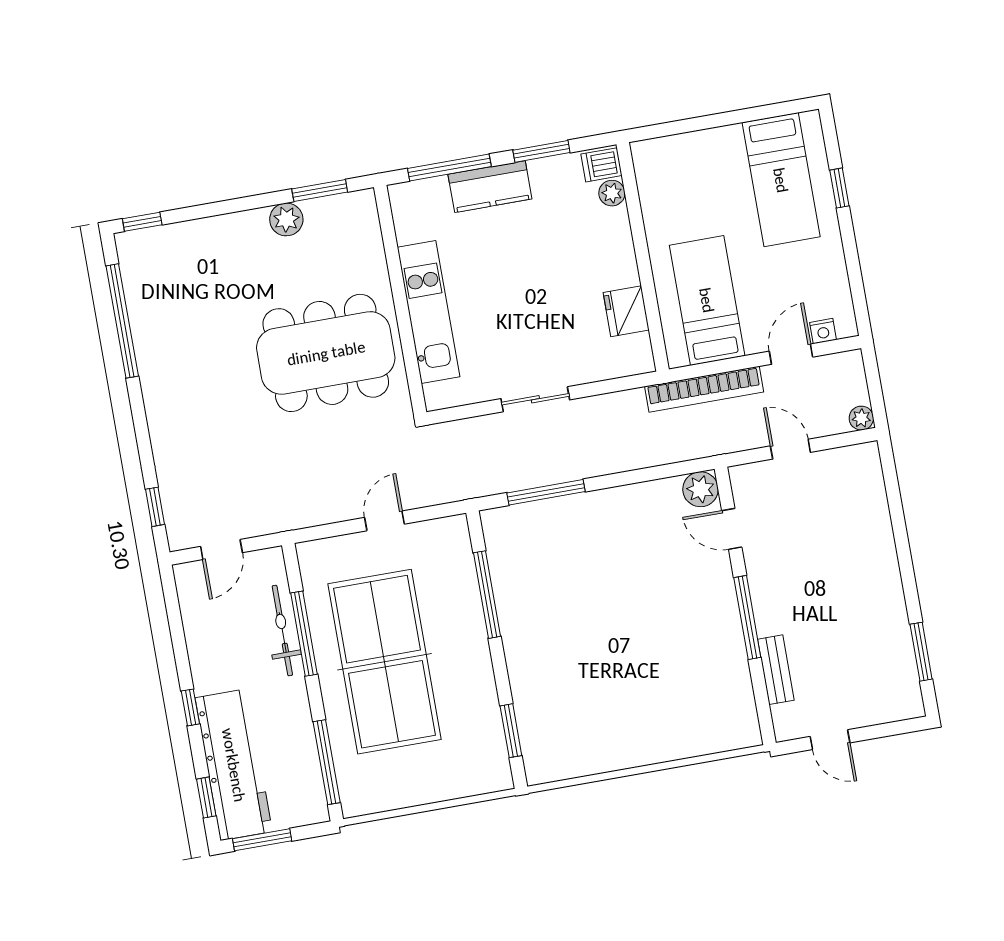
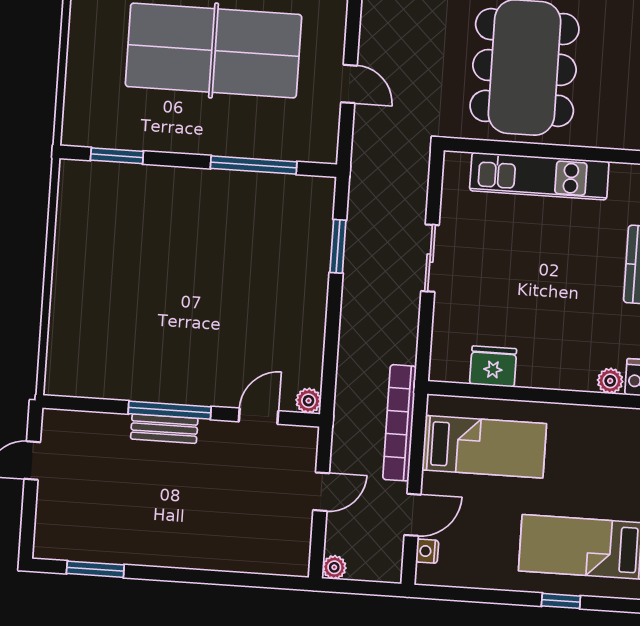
door: (791, 354) -> (413, 515), hinge flipped
plant: (701, 489) -> (309, 401), width x0.73, depth x0.73
window: (546, 492) -> (338, 246), width x0.69
bench: (776, 670) -> (164, 429), moved

